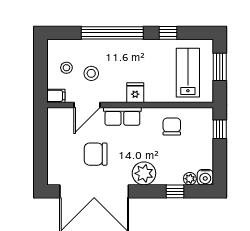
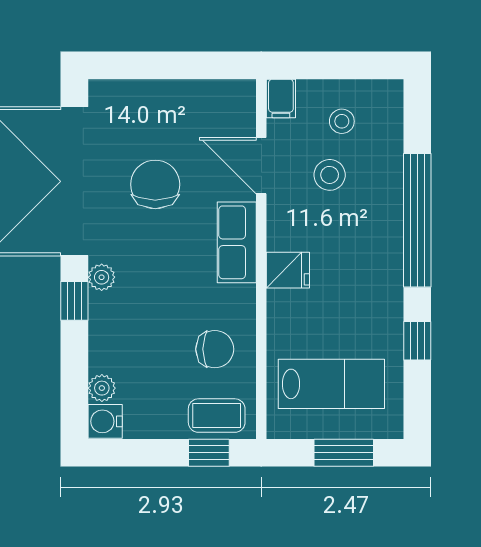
coffee table: (203, 126) -> (217, 416), added
plant: (144, 173) -> (102, 277), width x0.53, depth x0.53
window: (175, 191) -> (74, 301), moved

